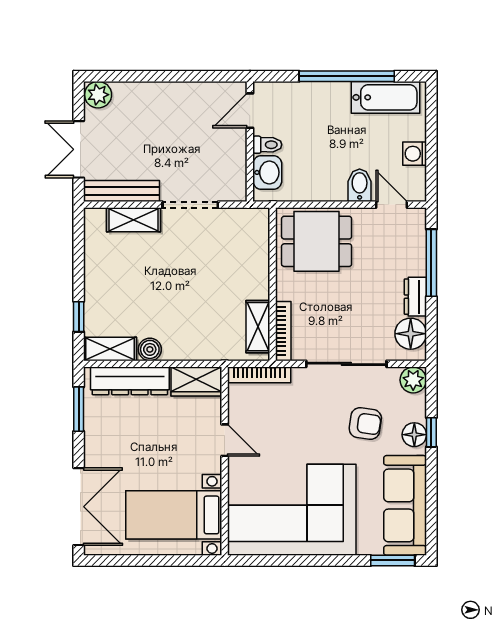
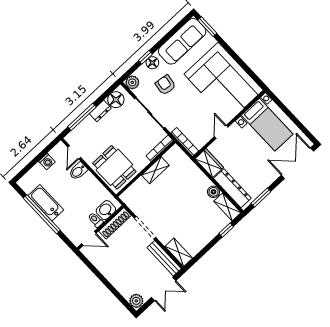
bathtub: (385, 97) -> (46, 203), moved
shoe rack: (236, 168) -> (115, 223), added
shelving: (134, 220) -> (179, 252), moved
shelving: (258, 327) -> (155, 170), moved

